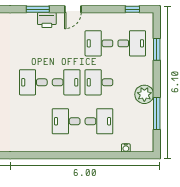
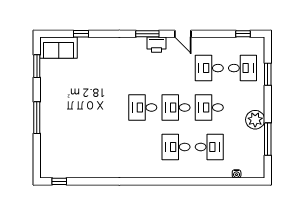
door: (73, 9) -> (183, 34), hinge flipped
desk: (66, 82) -> (176, 108), turned 180

